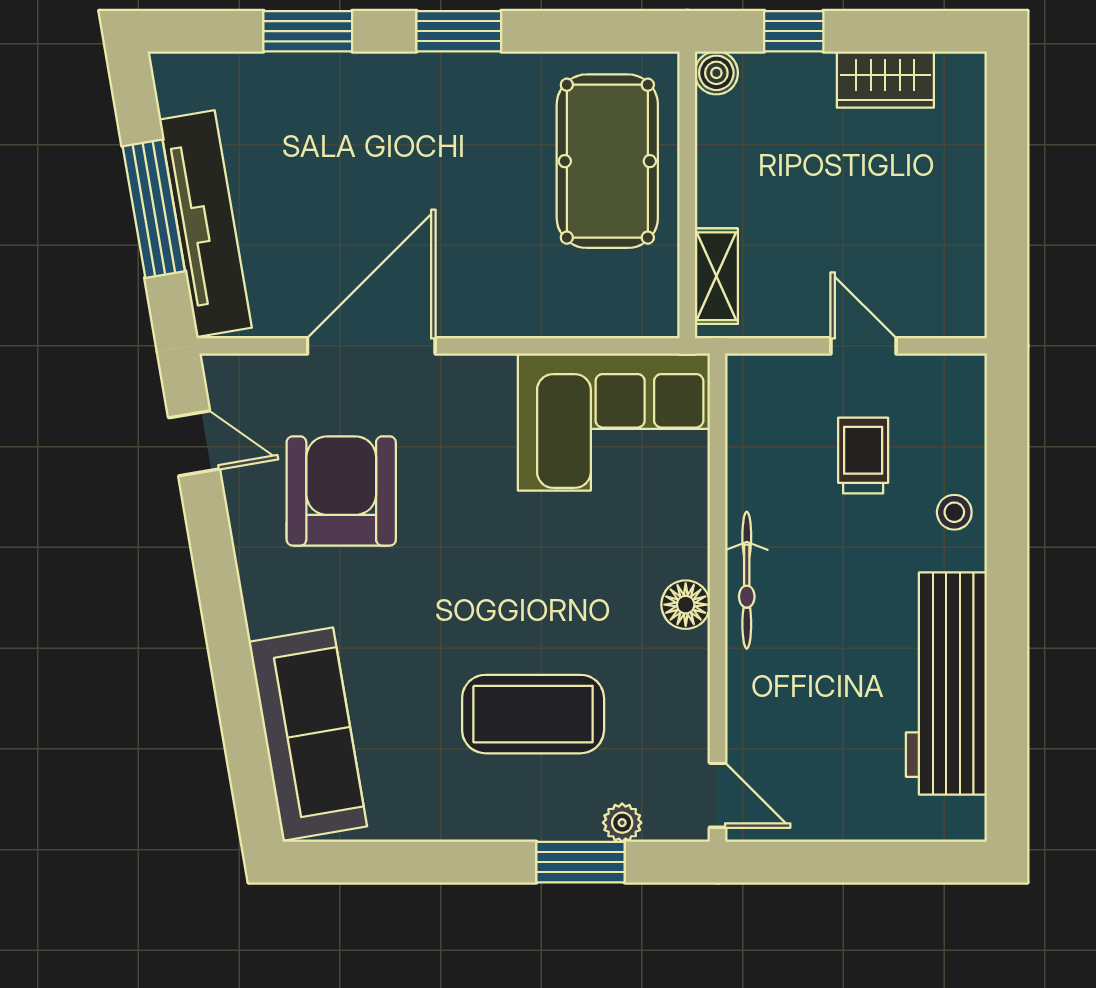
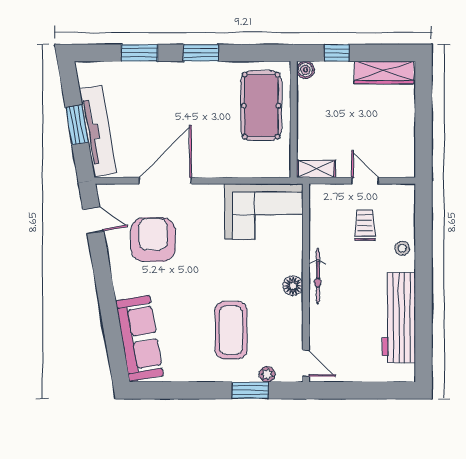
wardrobe: (885, 79) -> (384, 72), width x1.50
window: (154, 209) -> (77, 125), width x0.69
shelving: (716, 276) -> (316, 169), moved, turned 90
coffee table: (533, 714) -> (231, 330), turned 90

